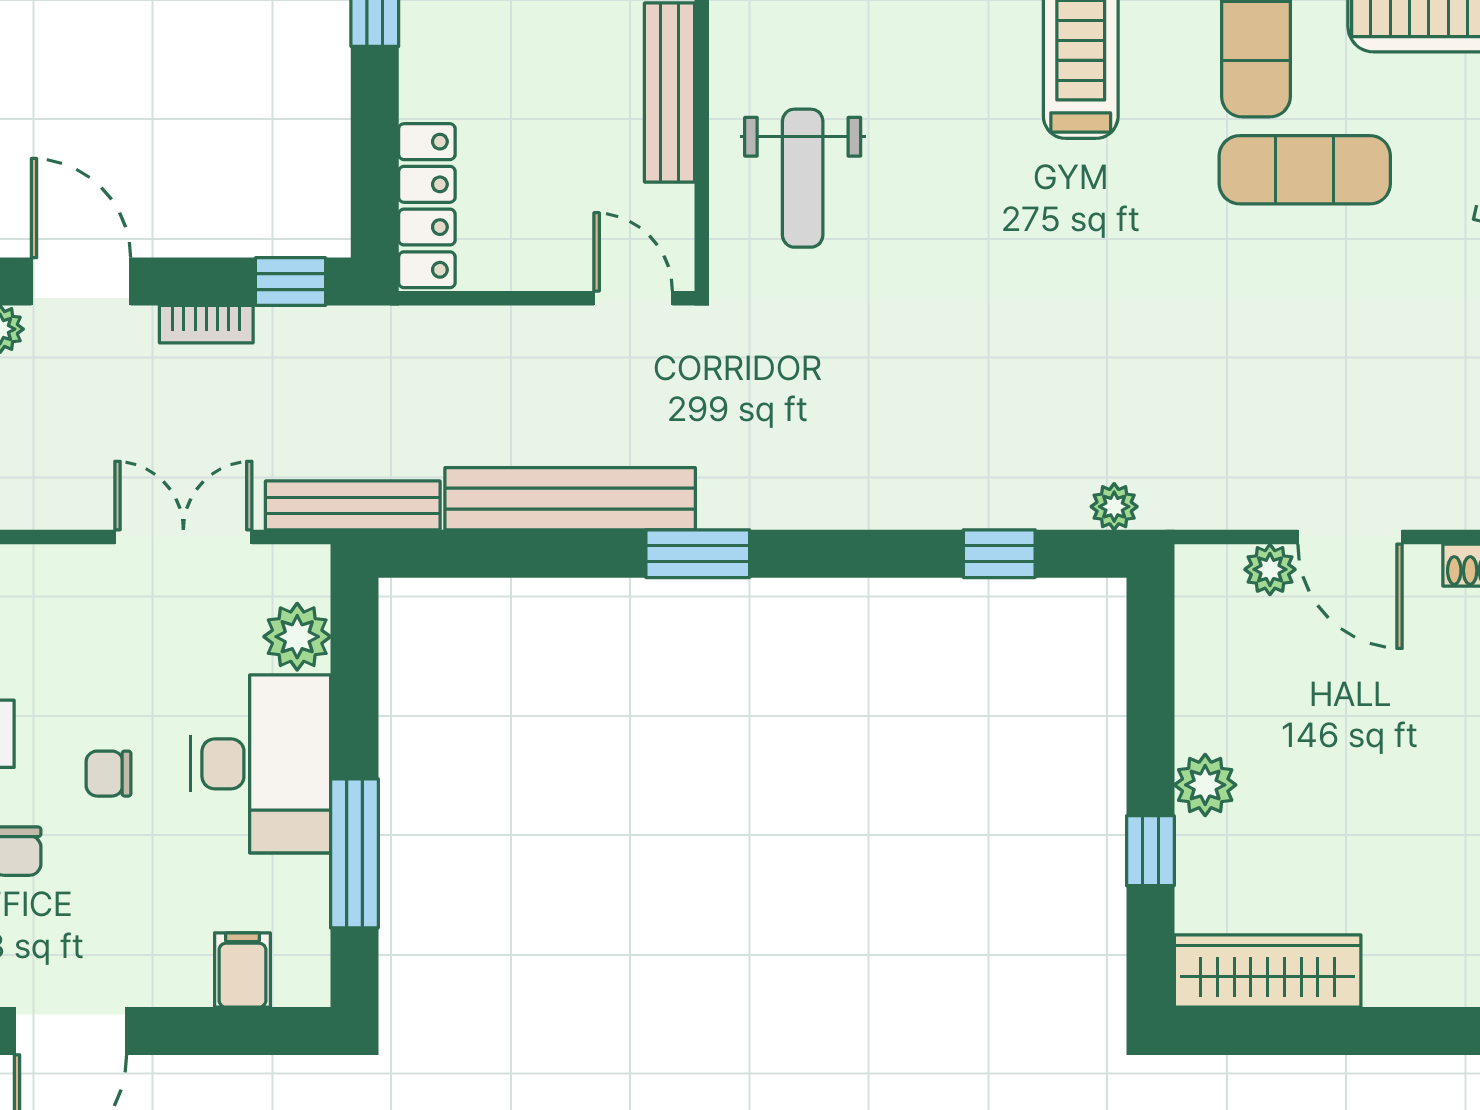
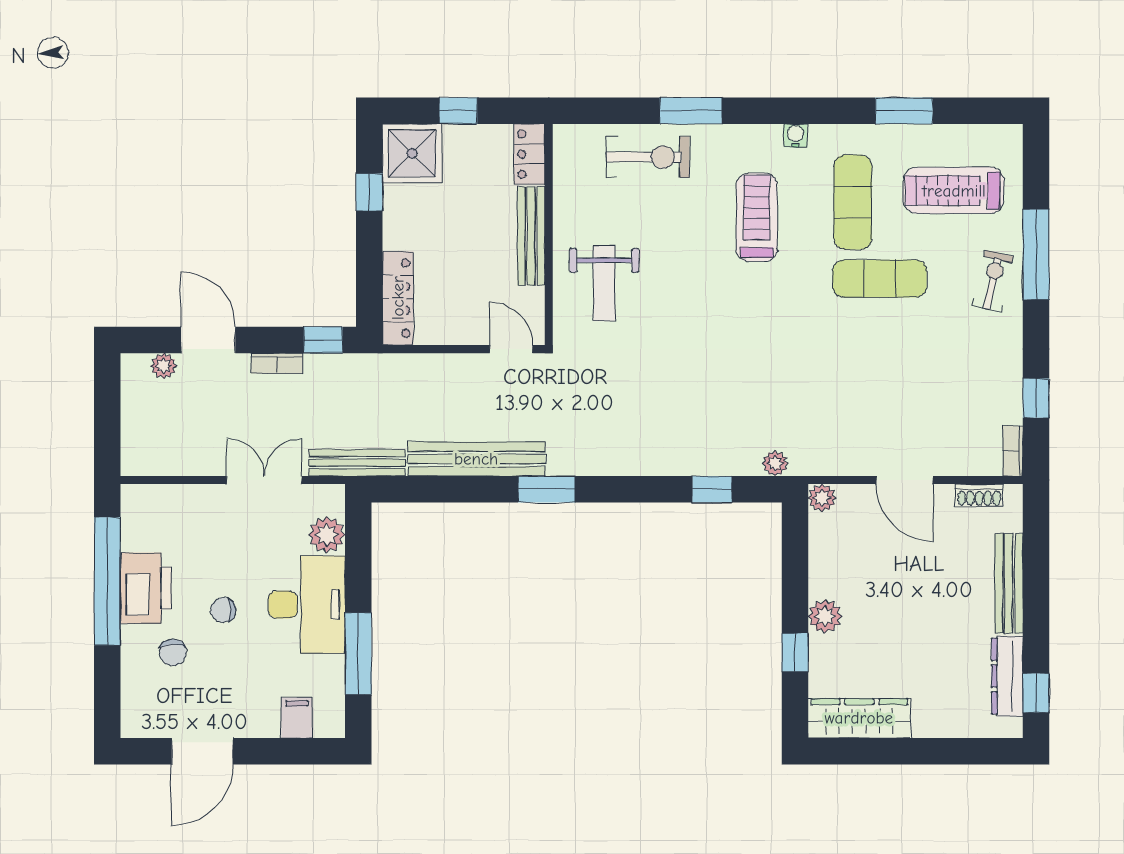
plant: (1270, 569) -> (822, 498), moved

